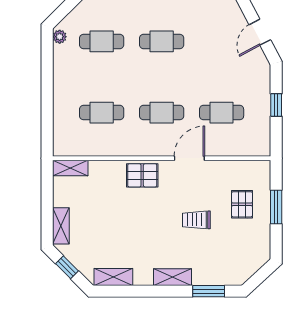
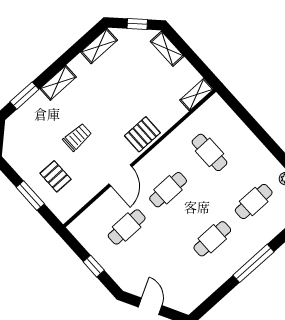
cafe table: (102, 113) -> (209, 152), turned 90

